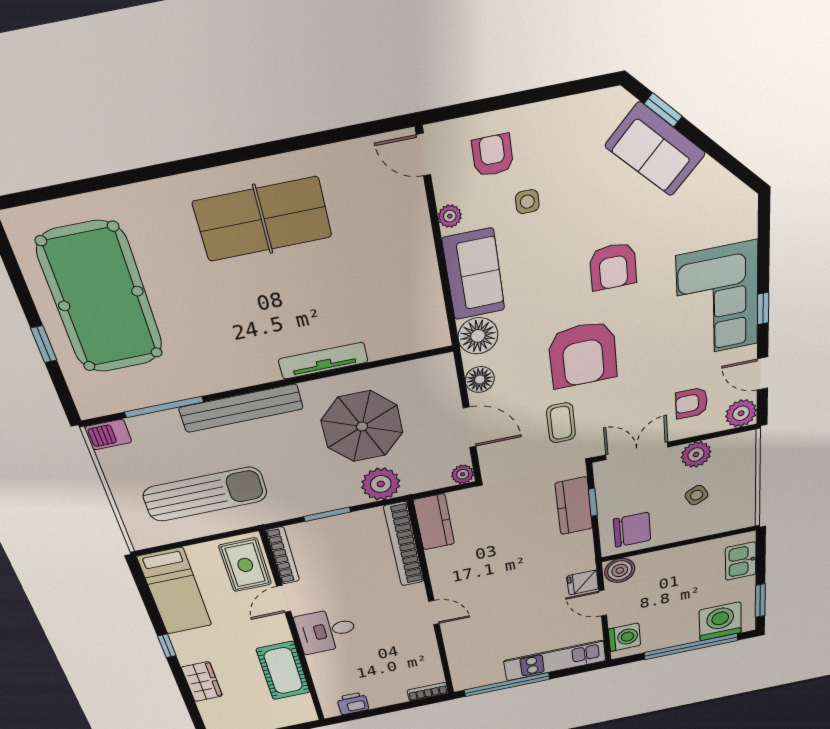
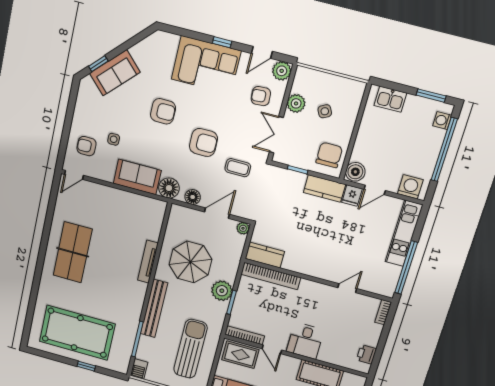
plant: (450, 216) -> (105, 176), removed
armchair: (583, 355) -> (204, 142), width x0.73, depth x0.73
armchair: (691, 403) -> (261, 96), turned 86
plant: (381, 484) -> (222, 291), moved
kitchen counter: (574, 506) -> (324, 188), moved
door: (434, 612) -> (347, 288), moved
washing machine: (720, 622) -> (442, 120), width x0.53, depth x0.53

